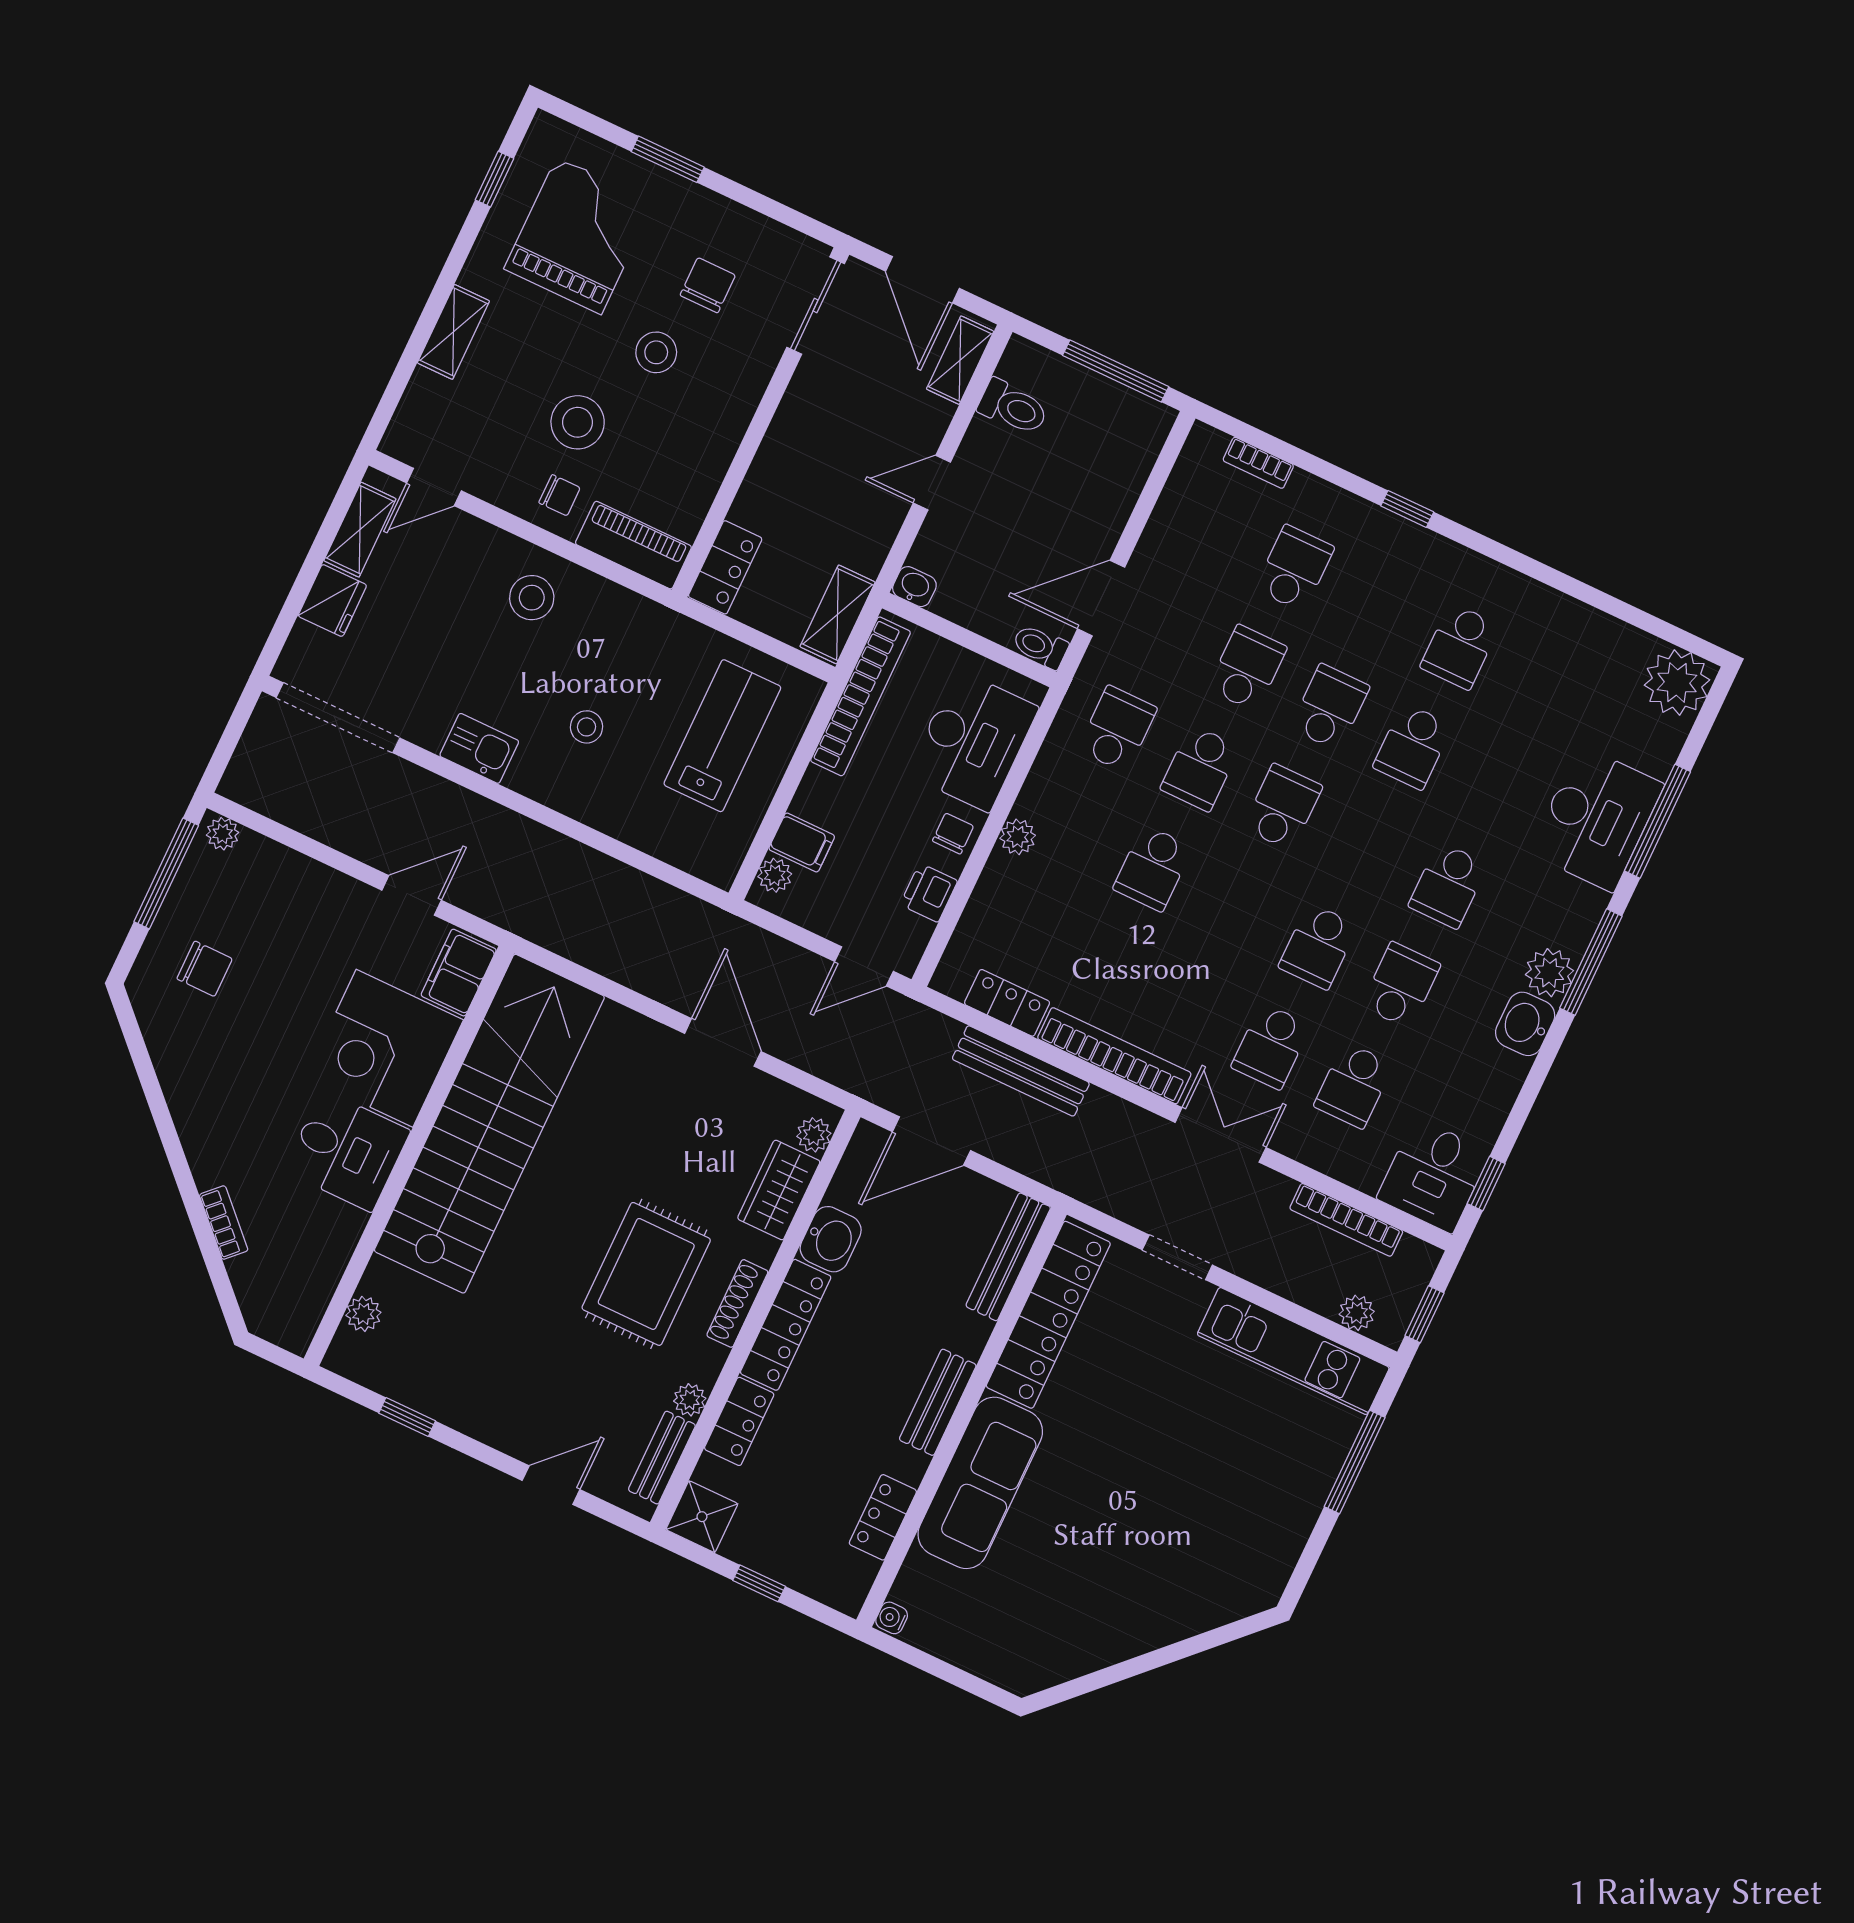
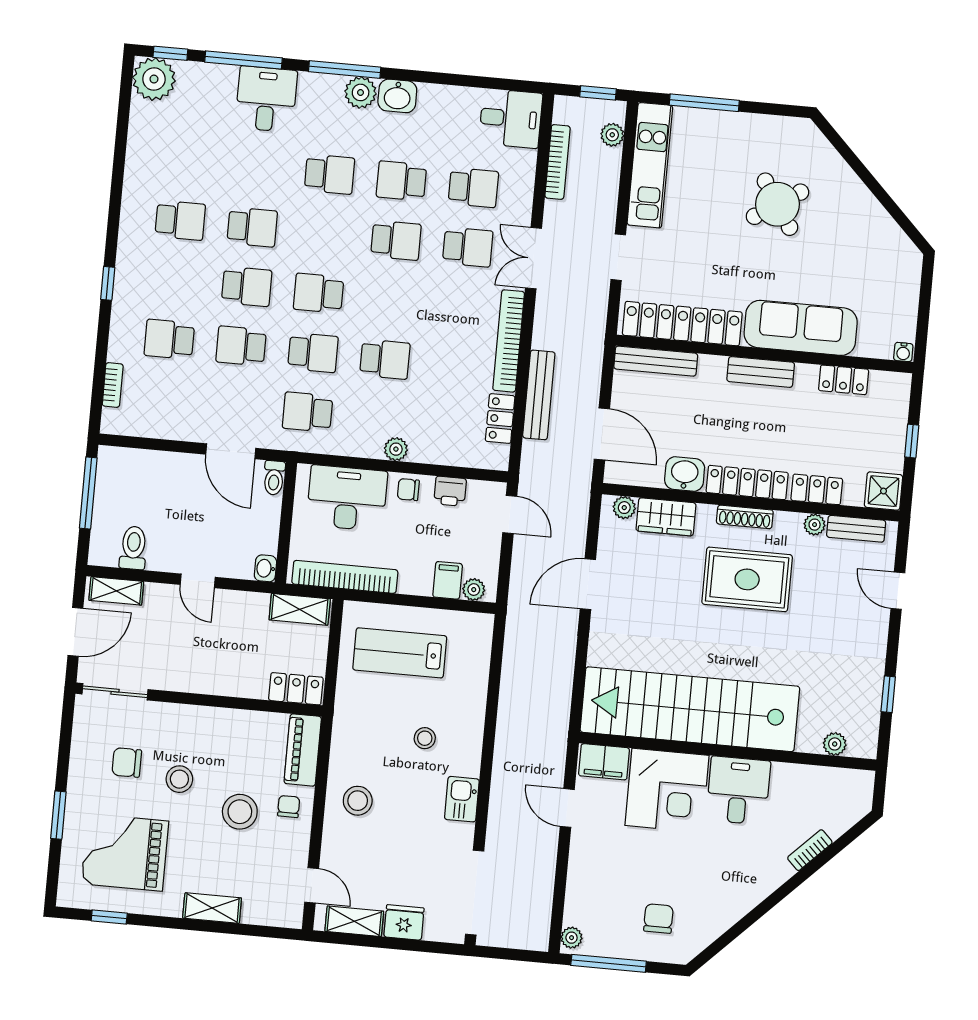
school desk: (1330, 707) -> (247, 286), turned 180
desk: (1596, 819) -> (266, 99), width x0.73
window: (1486, 1184) -> (170, 53), moved
round table: (1170, 1514) -> (777, 204), added

